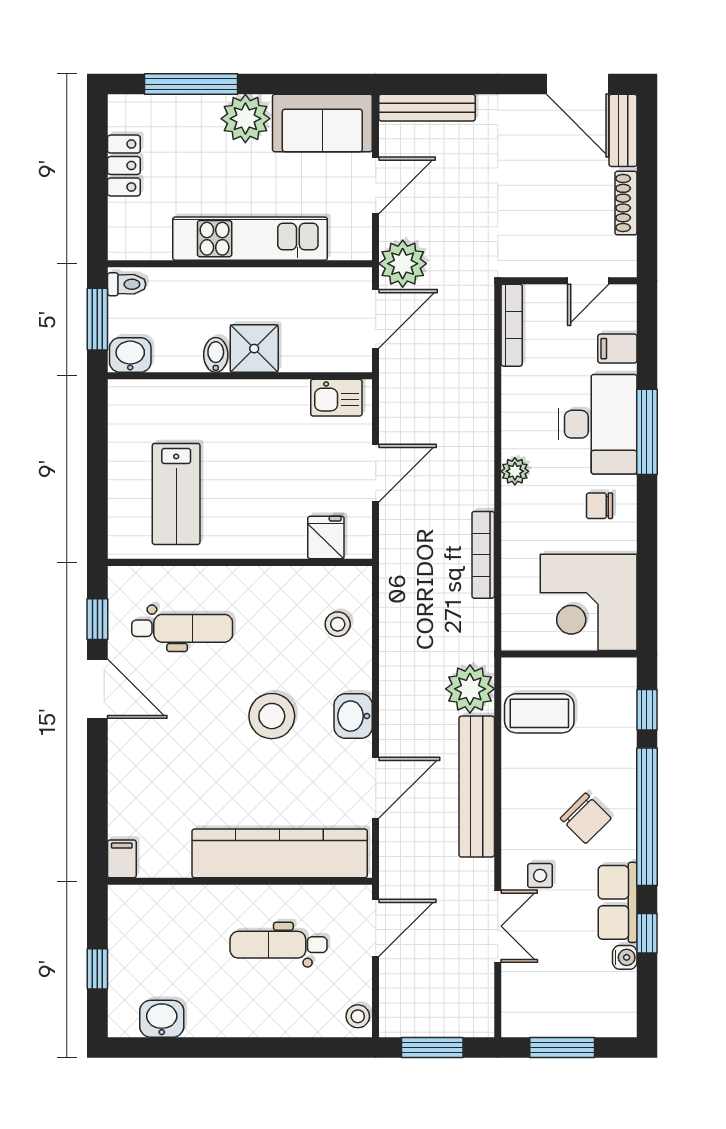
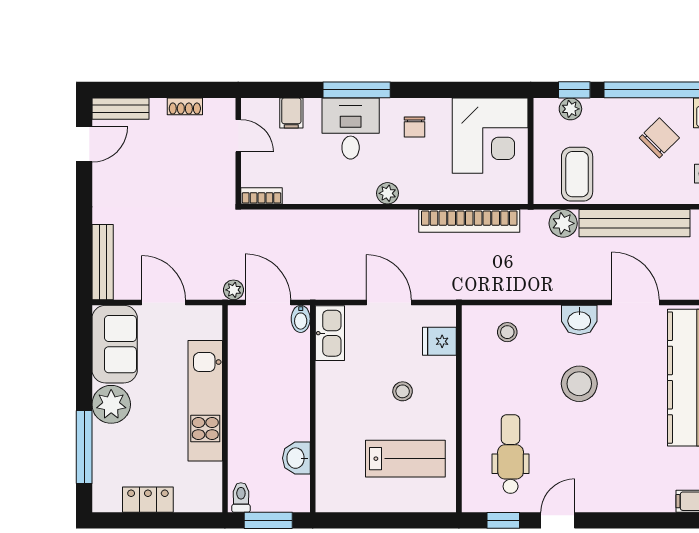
door: (578, 84) -> (84, 144), width x0.73
shoe rack: (626, 203) -> (185, 106), width x0.70
plant: (403, 264) -> (233, 290), width x0.53, depth x0.53
bookcase: (512, 325) -> (261, 196), width x0.64
shower: (254, 349) -> (291, 398), removed
washbasin: (130, 355) -> (296, 458), moved
bidet: (216, 355) -> (301, 319), moved, turned -90
kitchen sink: (336, 398) -> (330, 333), width x1.38
desk: (598, 424) -> (351, 128), width x0.73
stool: (262, 491) -> (403, 391), added
bookcase: (483, 555) -> (469, 221), width x1.48, depth x1.31
door: (97, 689) -> (558, 520), width x0.73
plant: (470, 689) -> (563, 223), width x0.73, depth x0.73
plant: (623, 705) -> (570, 109), added

